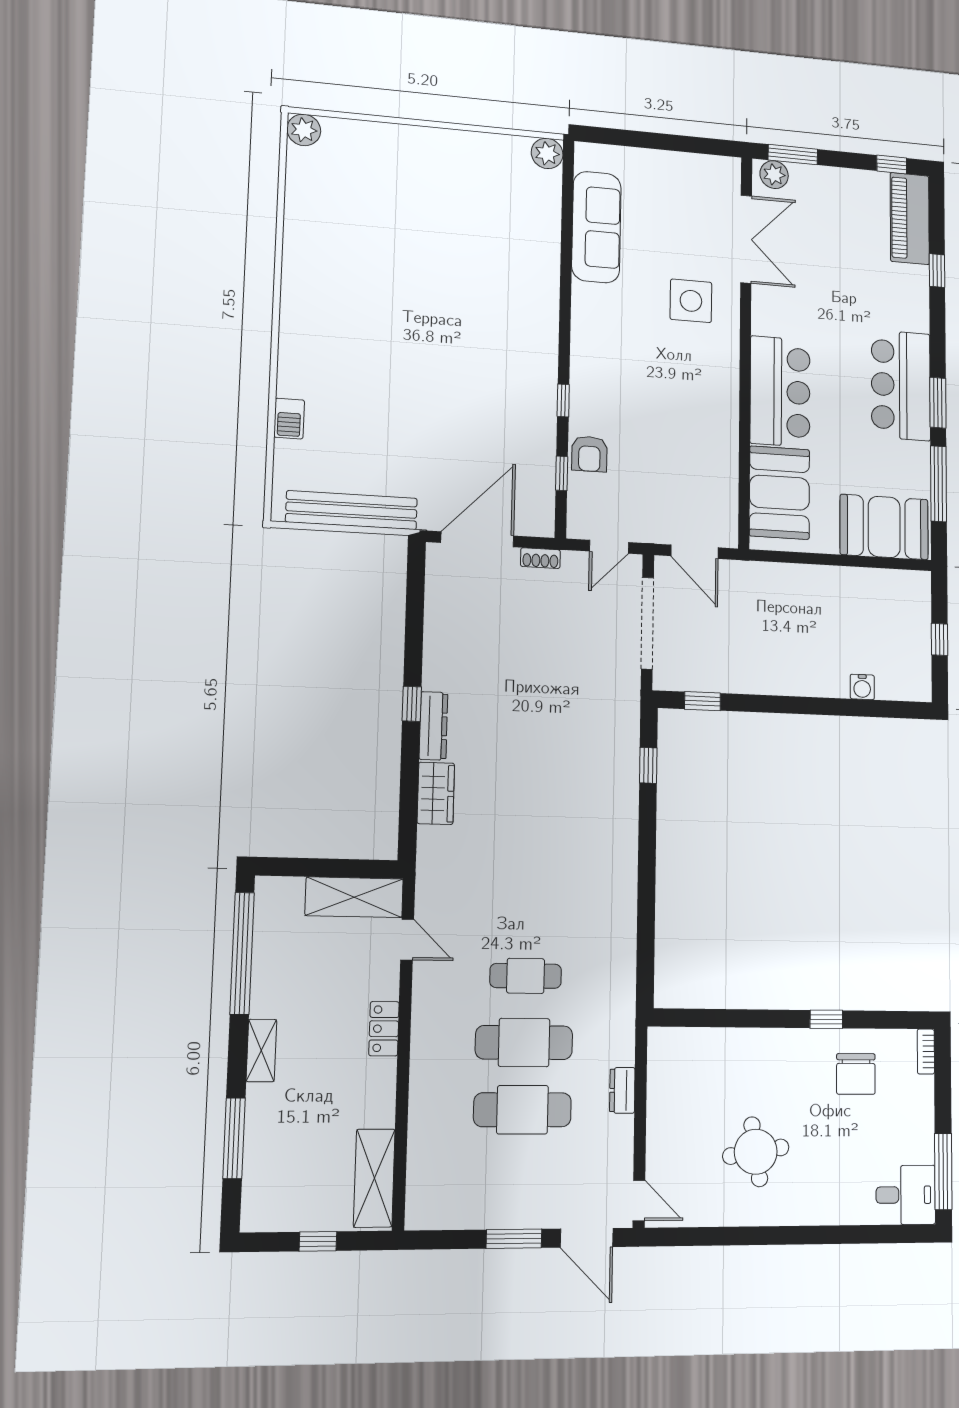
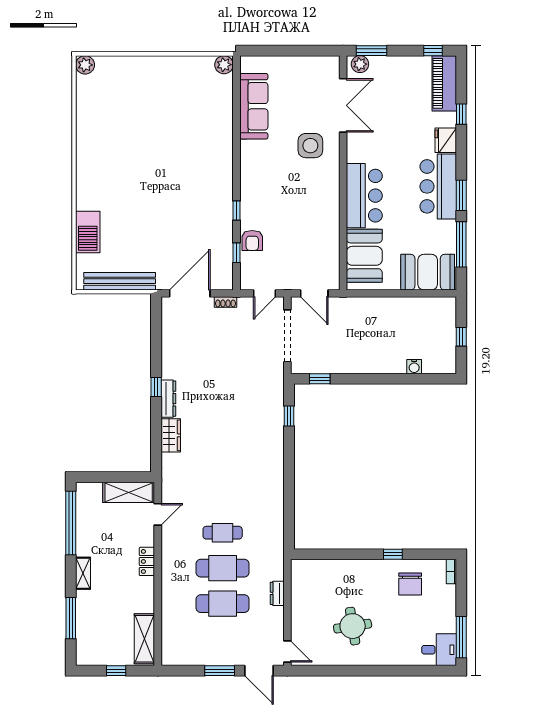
fridge: (913, 311) -> (446, 140), added
barbecue: (289, 419) -> (88, 232), width x1.88, depth x1.53
door: (407, 940) -> (158, 514), hinge flipped

